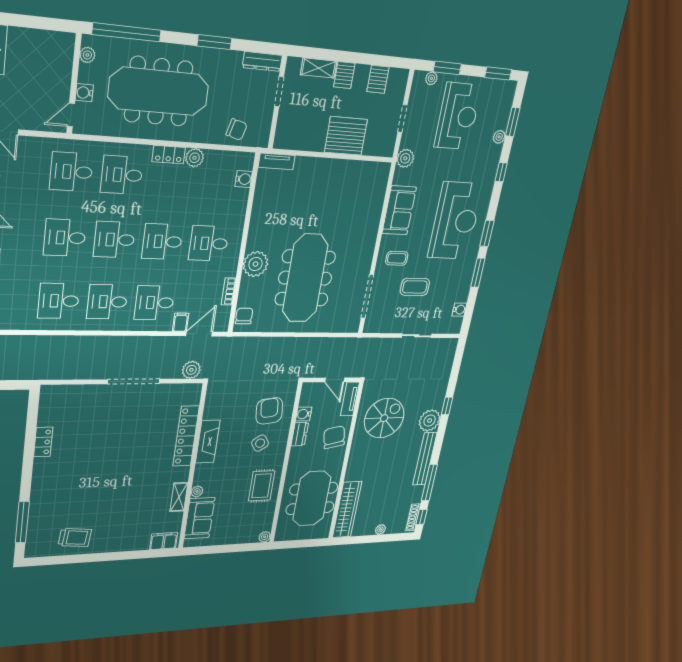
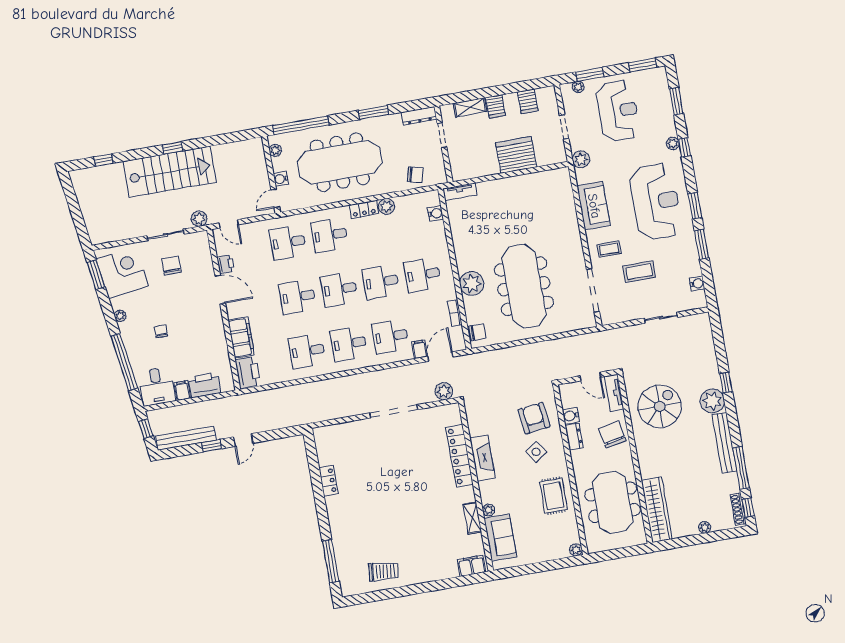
plant: (499, 137) -> (673, 143), moved
chair: (244, 316) -> (477, 332), turned 90

